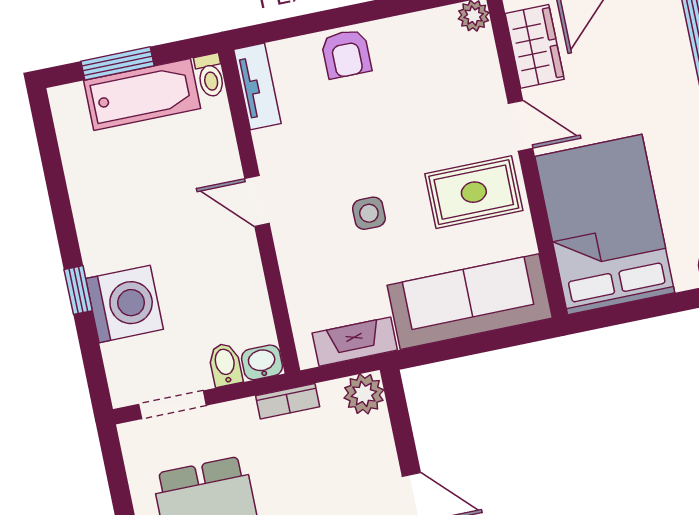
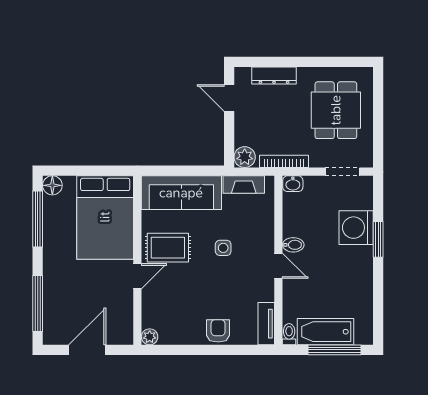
wardrobe: (535, 46) -> (122, 315), removed
window: (118, 63) -> (335, 350), width x1.44
door: (520, 126) -> (137, 276), swing flipped
window: (78, 290) -> (378, 239), width x1.50
bidet: (225, 365) -> (293, 245), moved, turned -90
bookcase: (288, 401) -> (284, 161), width x1.56

